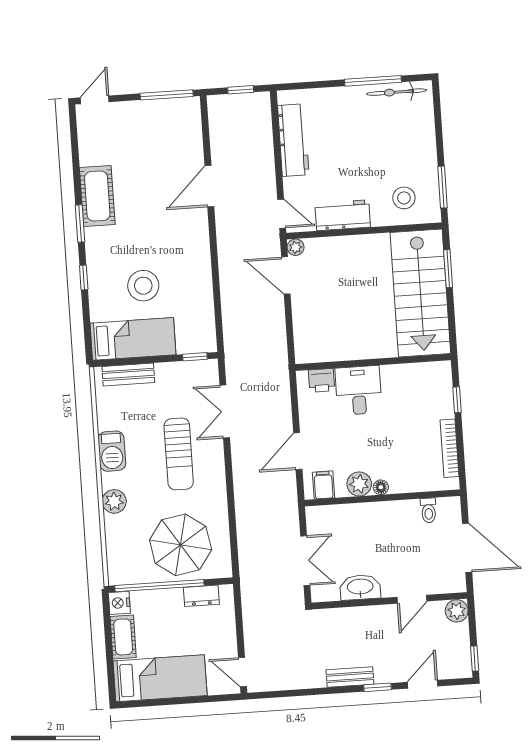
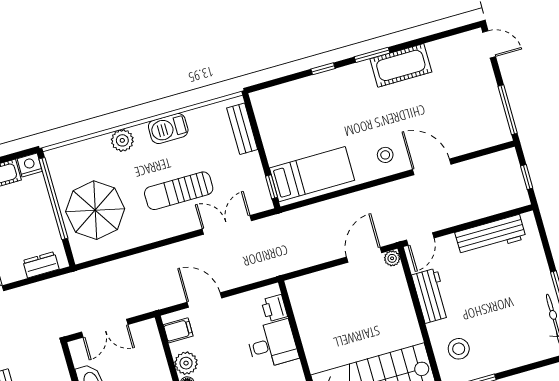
stool: (143, 286) -> (385, 155), moved, width x0.53, depth x0.53
bed: (133, 339) -> (312, 174), moved, turned -90
dresser: (201, 596) -> (41, 265), moved, turned 90

